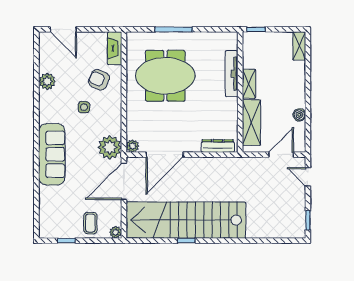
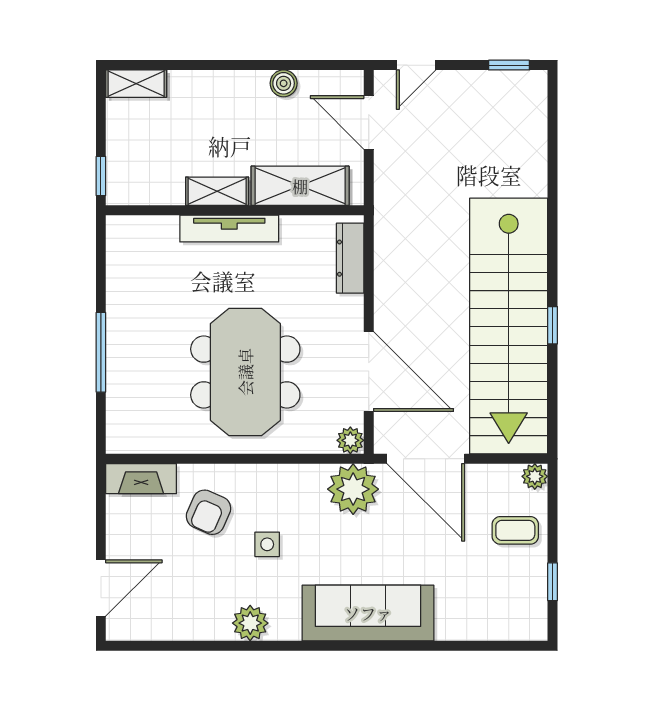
tv unit: (232, 74) -> (229, 228), moved
meeting table: (165, 76) -> (245, 372), moved
plant: (47, 81) -> (250, 623), moved

